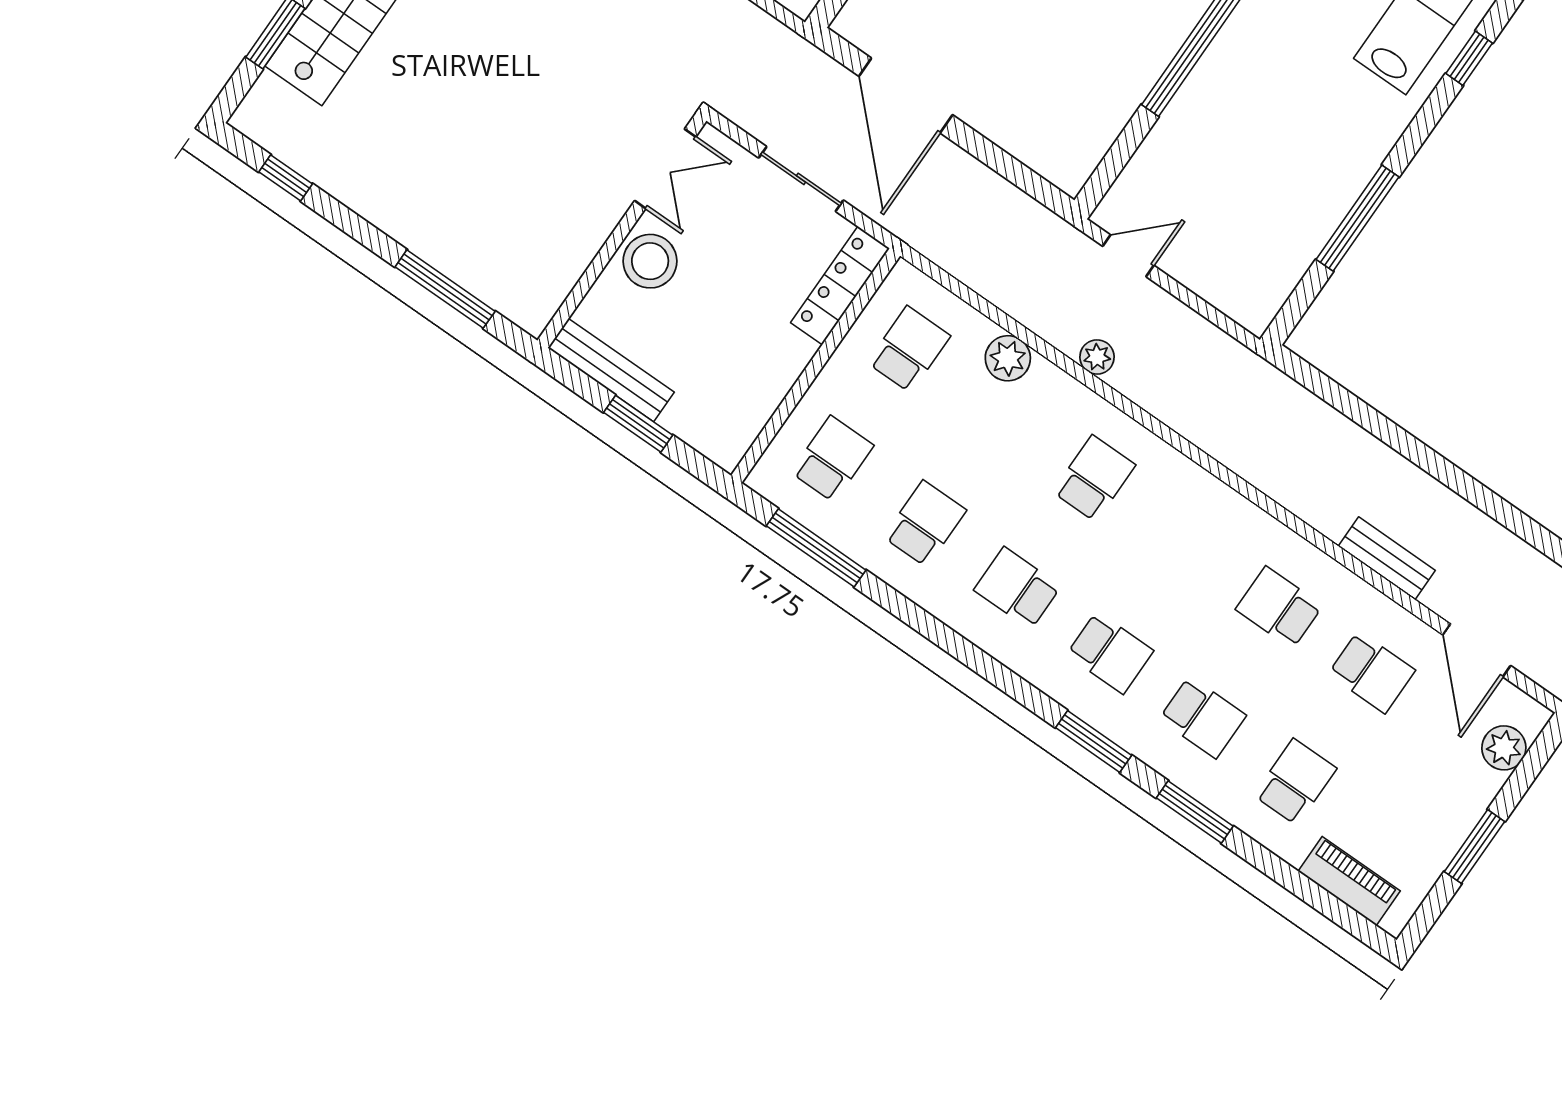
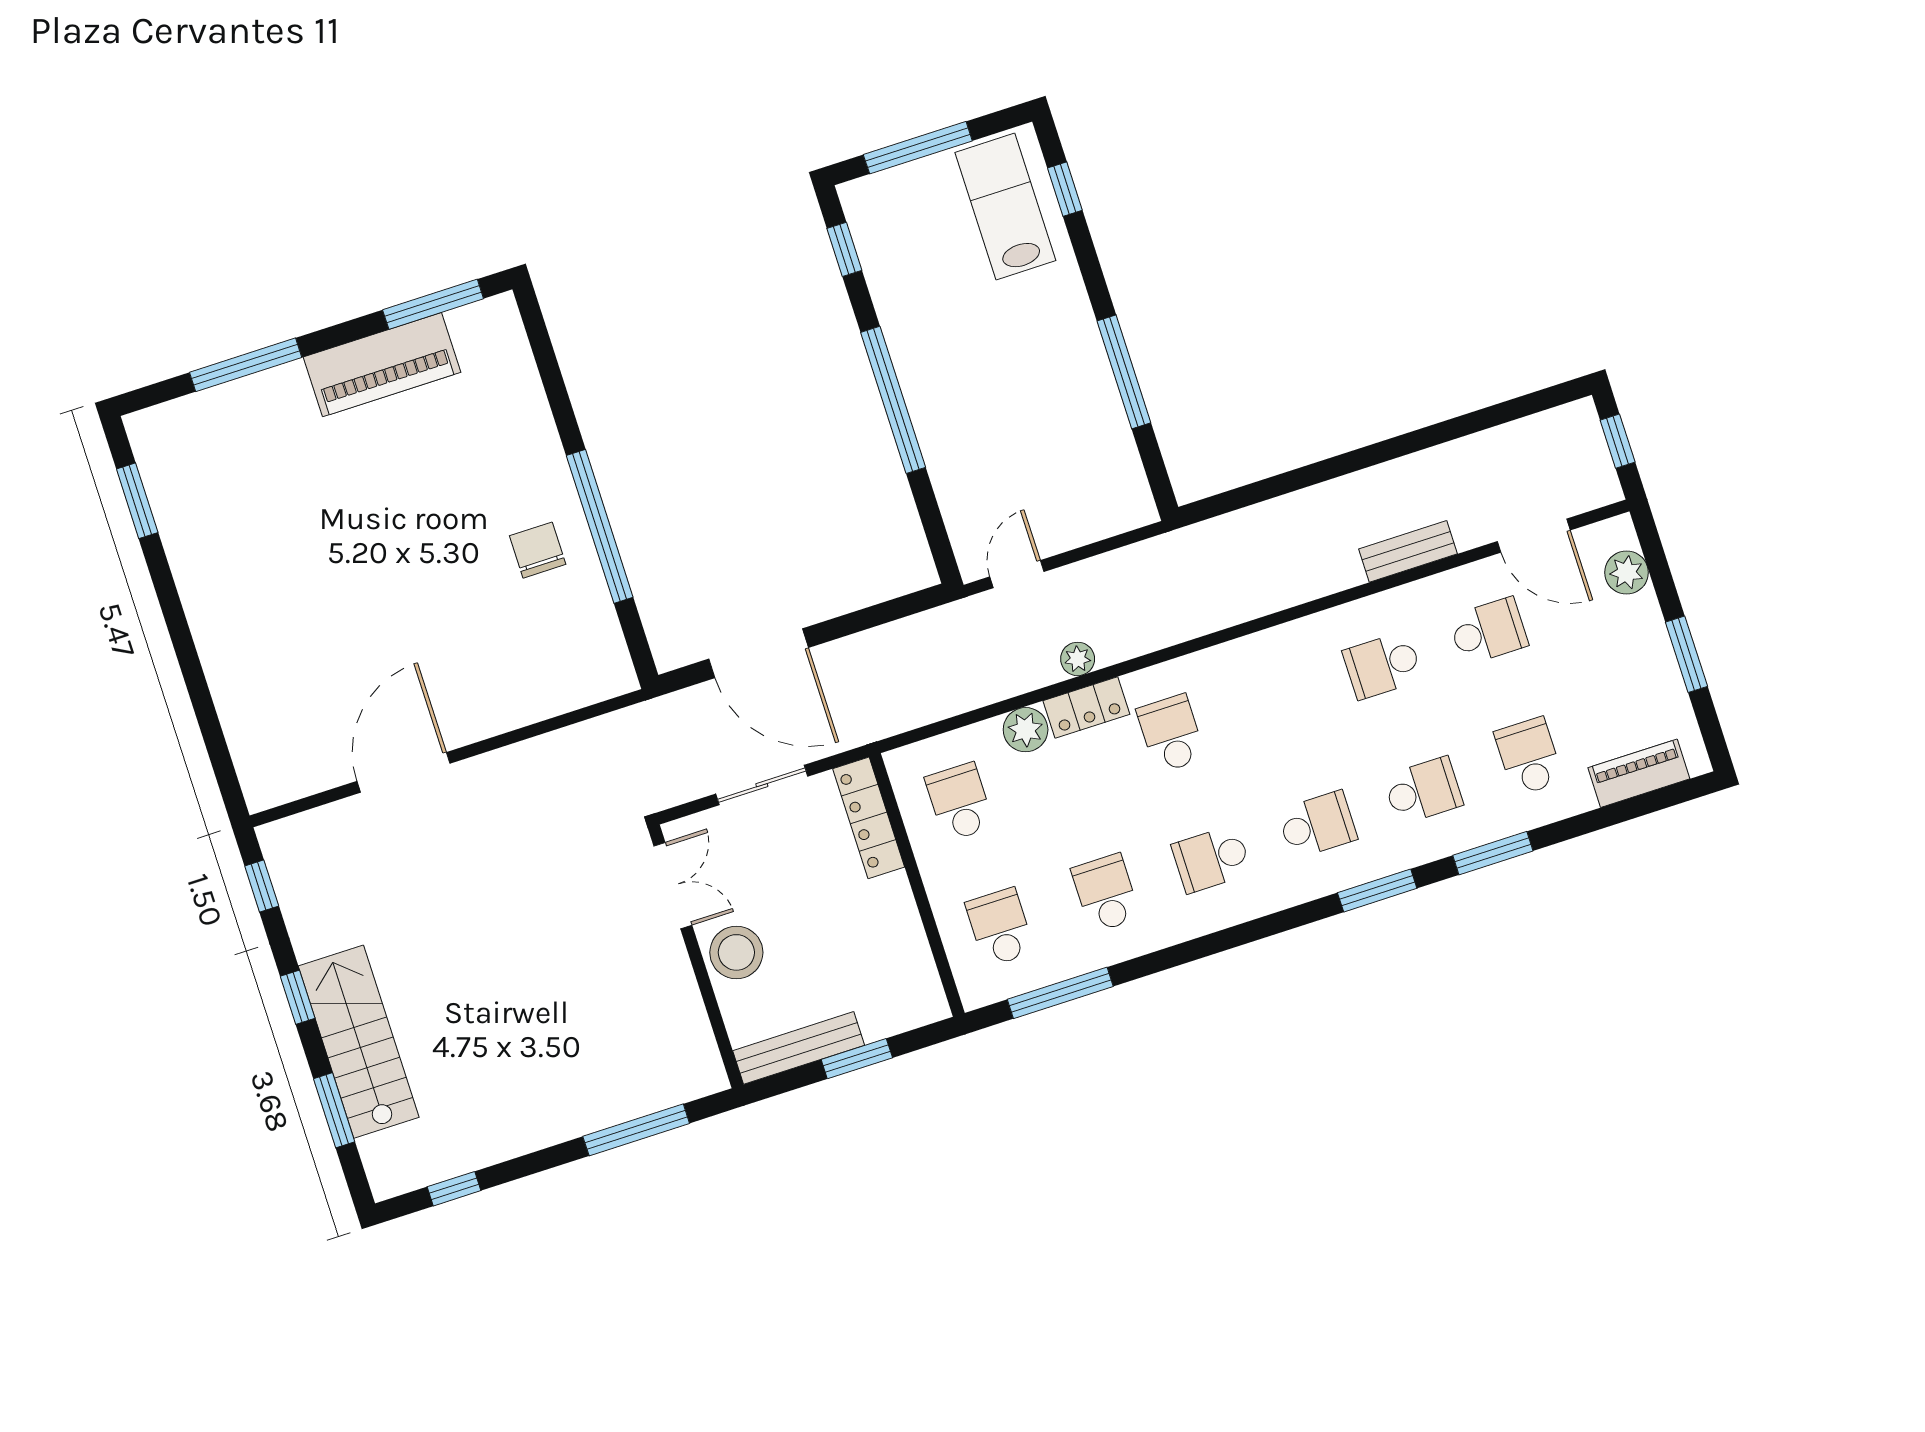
locker: (1063, 394) -> (1086, 707), added

